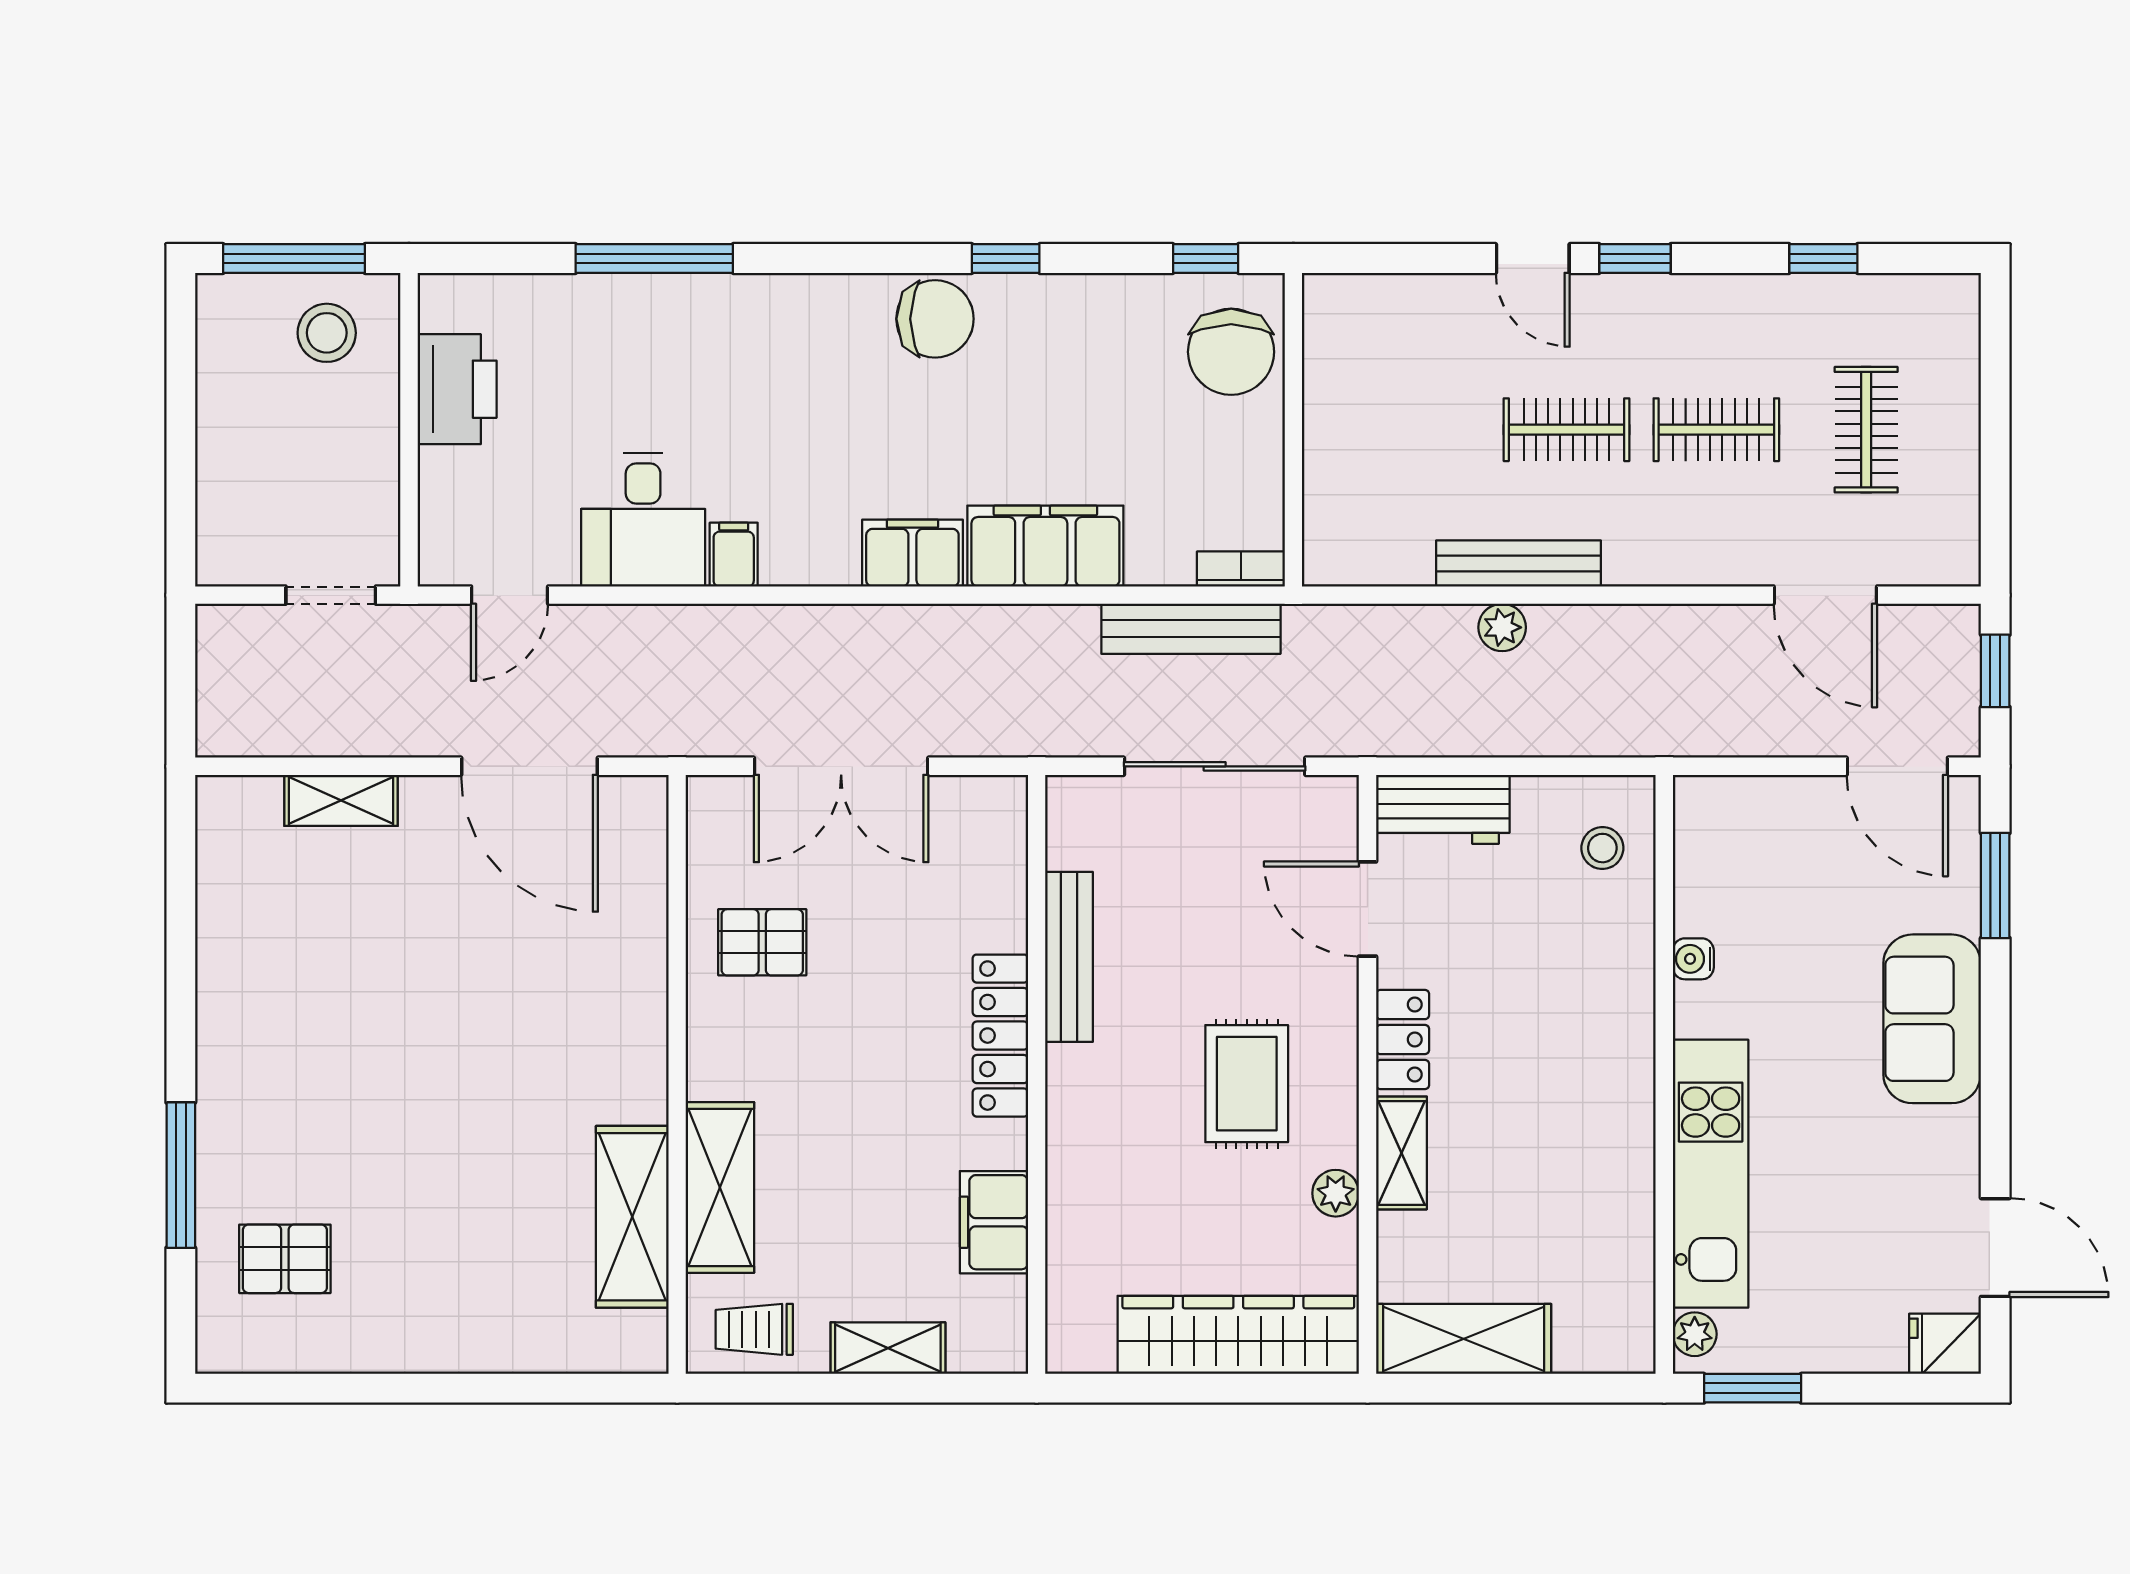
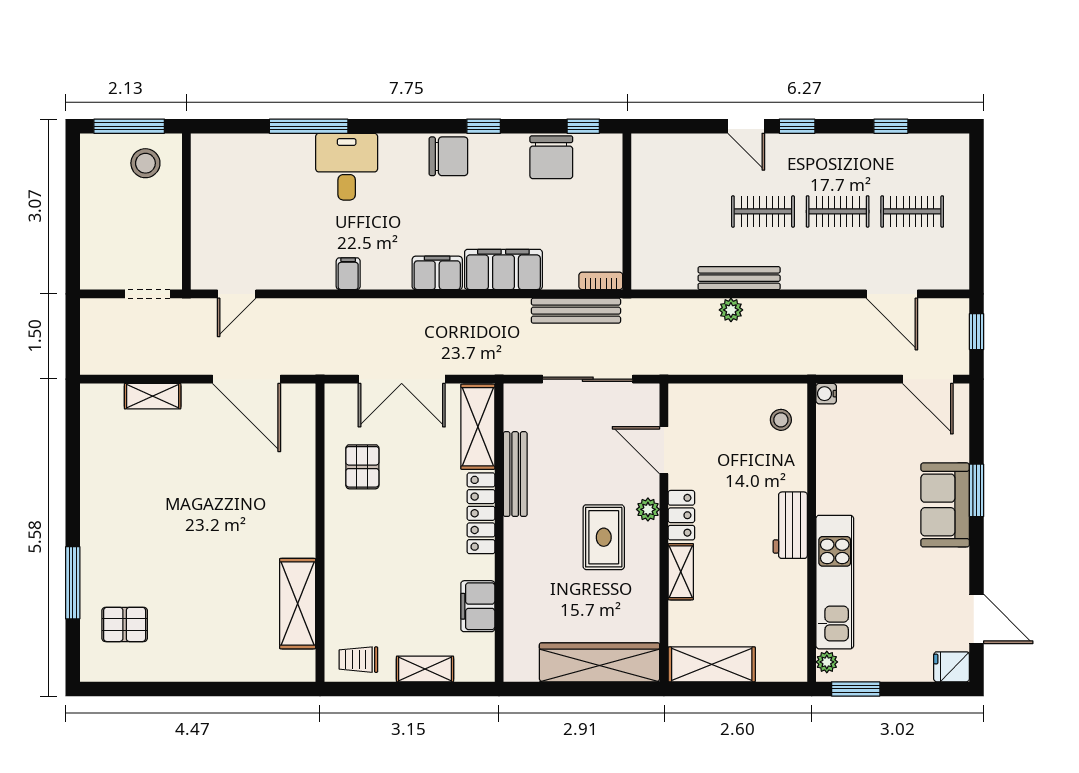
chair: (1231, 352) -> (551, 157), moved
printer: (457, 389) -> (210, 191), removed
clothes rail: (1866, 430) -> (912, 211), turned 90
desk: (643, 520) -> (347, 167), moved, turned 180
workbench: (1443, 809) -> (790, 525), moved, turned 90
window: (1995, 886) -> (977, 490), moved
pallet: (762, 942) -> (362, 467), turned 90
water cooler: (1693, 959) -> (826, 394), moved
shelving: (720, 1187) -> (478, 427), moved
plant: (1336, 1193) -> (648, 509), moved

